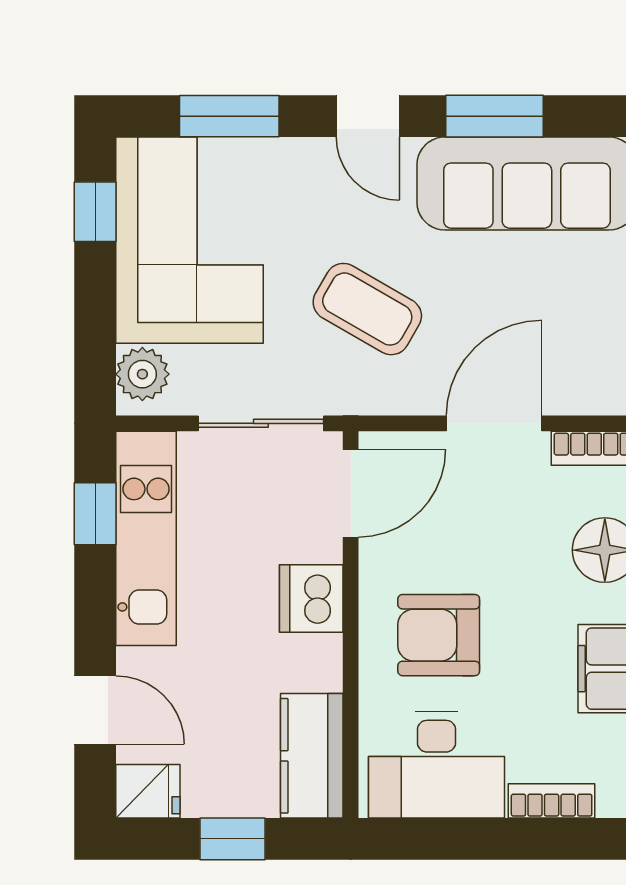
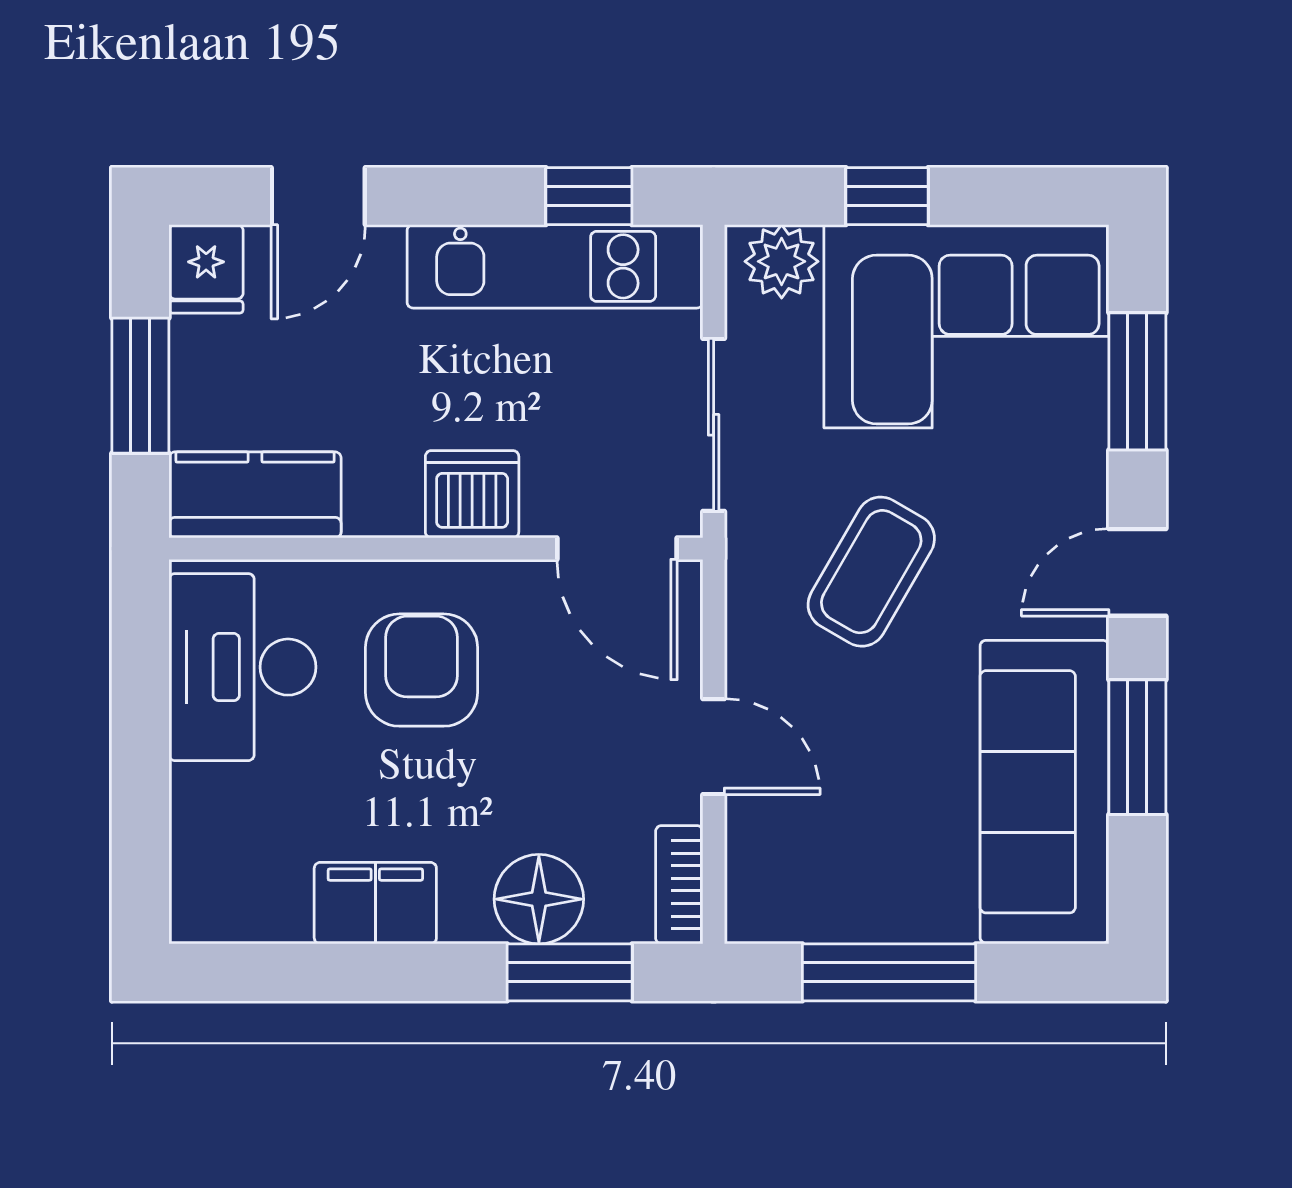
window: (95, 212) -> (887, 196), moved
door: (494, 423) -> (714, 747), width x0.73
bookcase: (552, 801) -> (193, 826), removed
window: (232, 839) -> (140, 386), width x1.50

